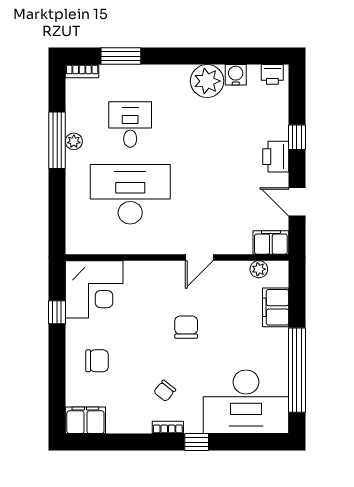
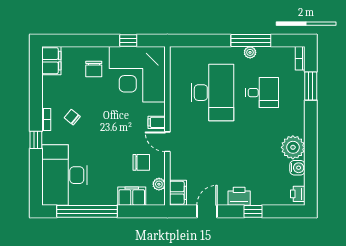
filing cabinet: (172, 272) -> (157, 122), added
corner desk: (94, 289) -> (137, 74), width x1.36, depth x1.36
chair: (186, 327) -> (141, 162), moved

